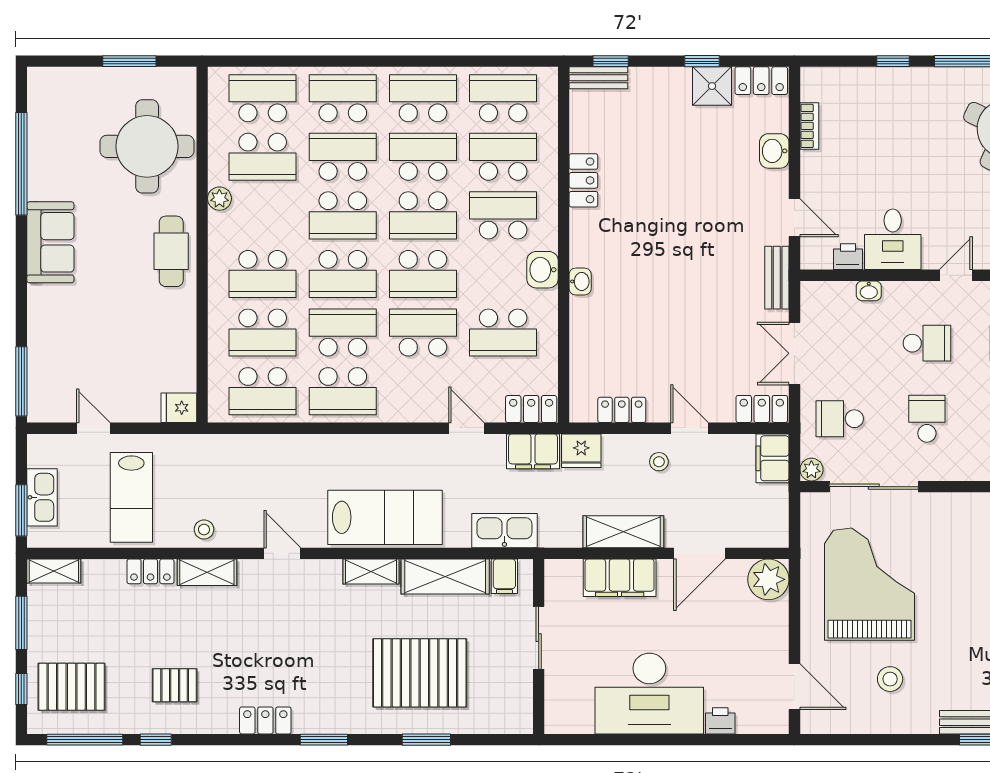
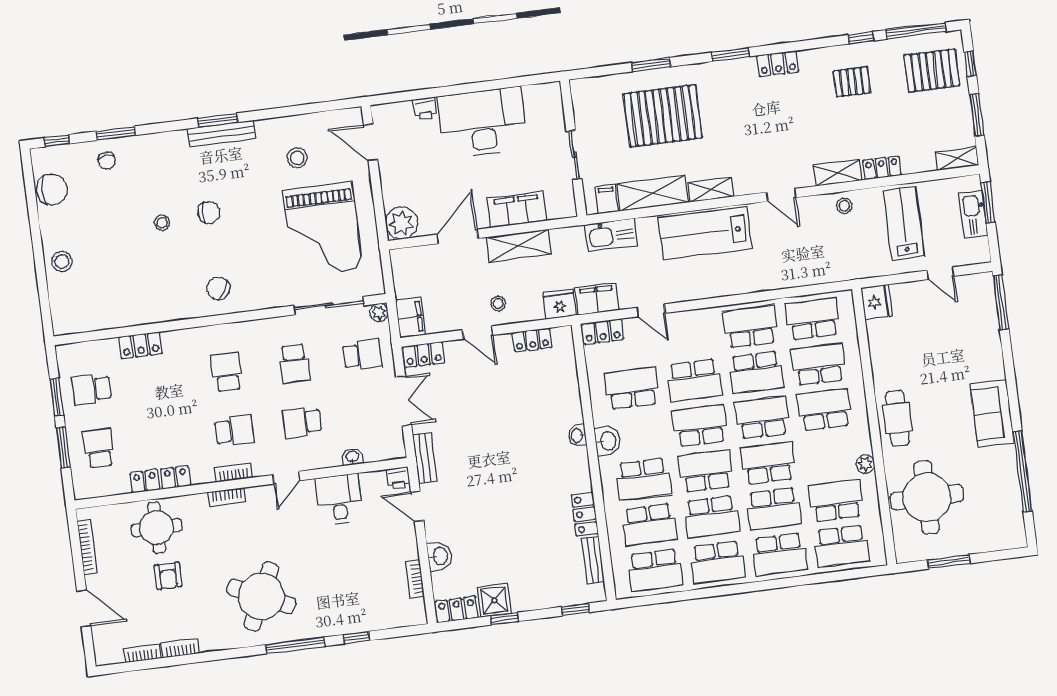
bench: (598, 78) -> (593, 560), moved, turned 90
printer: (848, 257) -> (398, 478), moved
fridge: (179, 408) -> (877, 302), width x1.38

